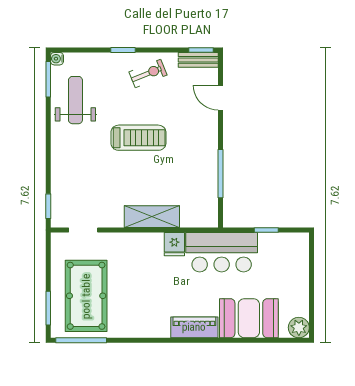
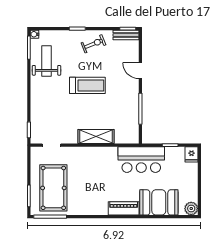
door: (221, 98) -> (140, 71), moved
fridge: (174, 244) -> (191, 154), moved

